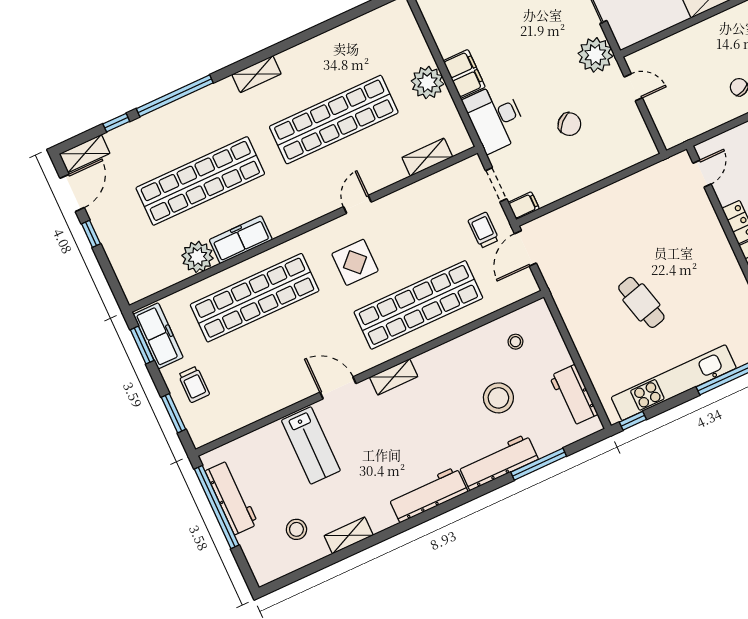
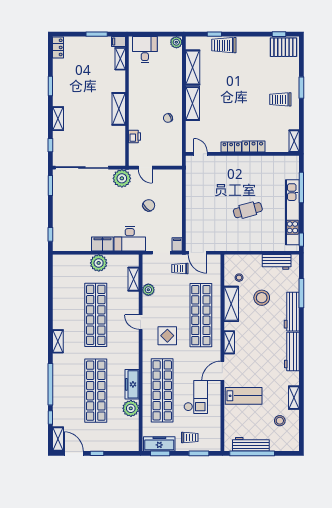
printer: (679, 43) -> (135, 136), added
door: (633, 87) -> (145, 168), swing flipped
plant: (421, 192) -> (148, 290), added
shelving: (463, 349) -> (231, 304), added
checkout: (270, 362) -> (196, 397), added

